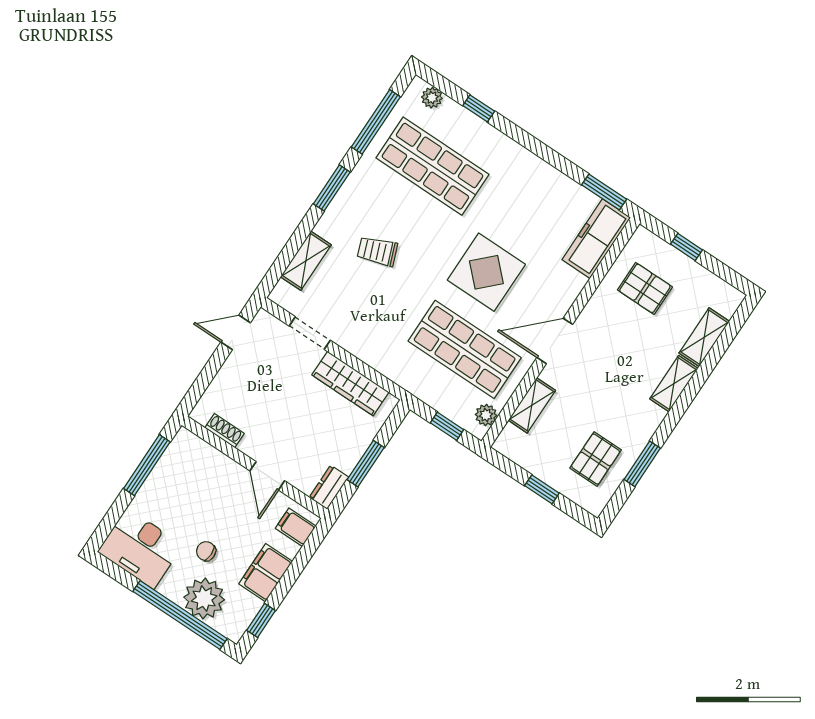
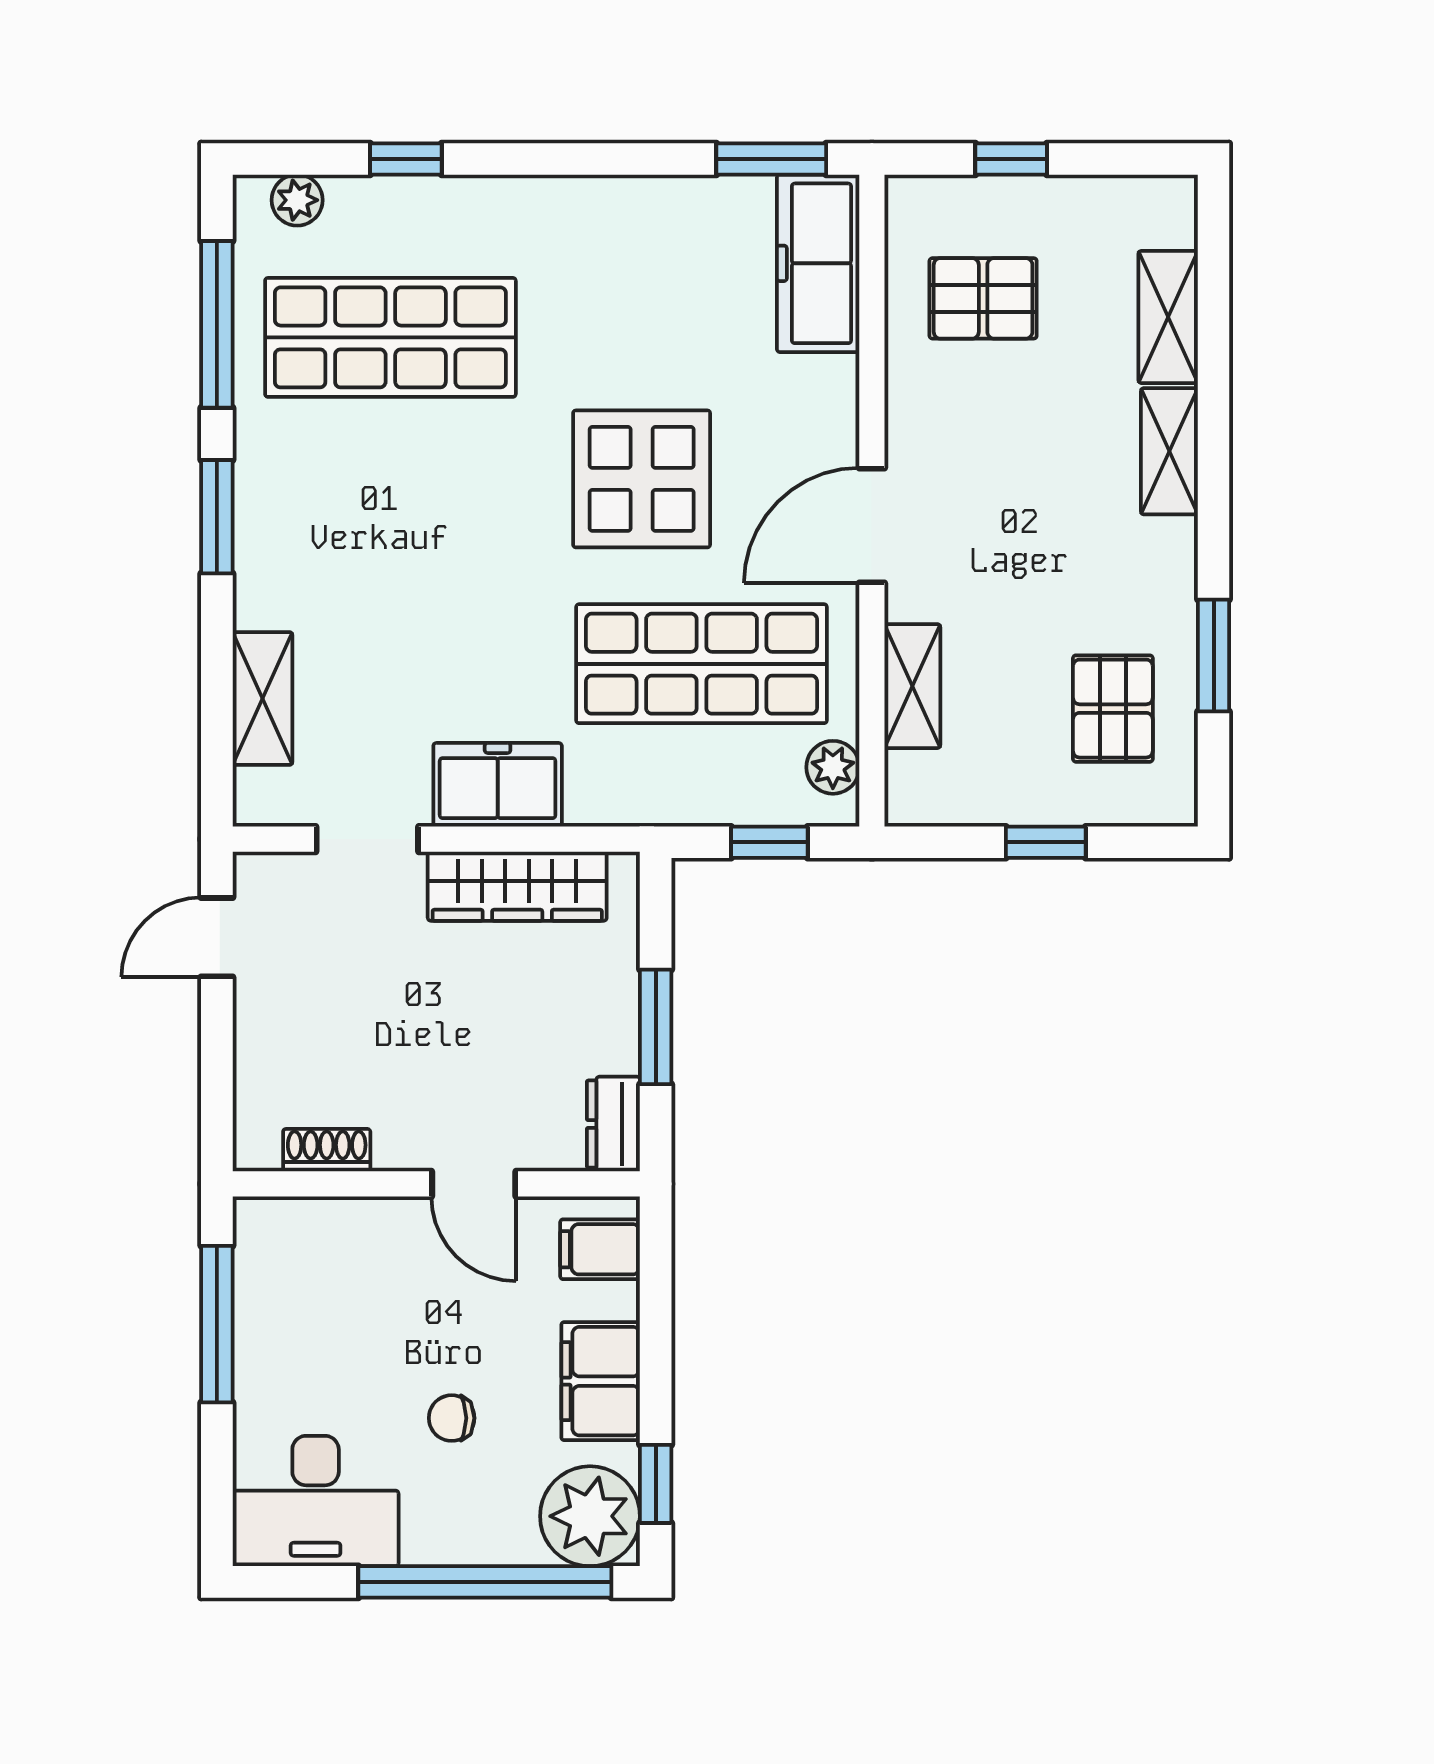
trolley: (377, 251) -> (394, 583), removed
freezer: (367, 344) -> (498, 785), added
plant: (204, 599) -> (590, 1516), moved

